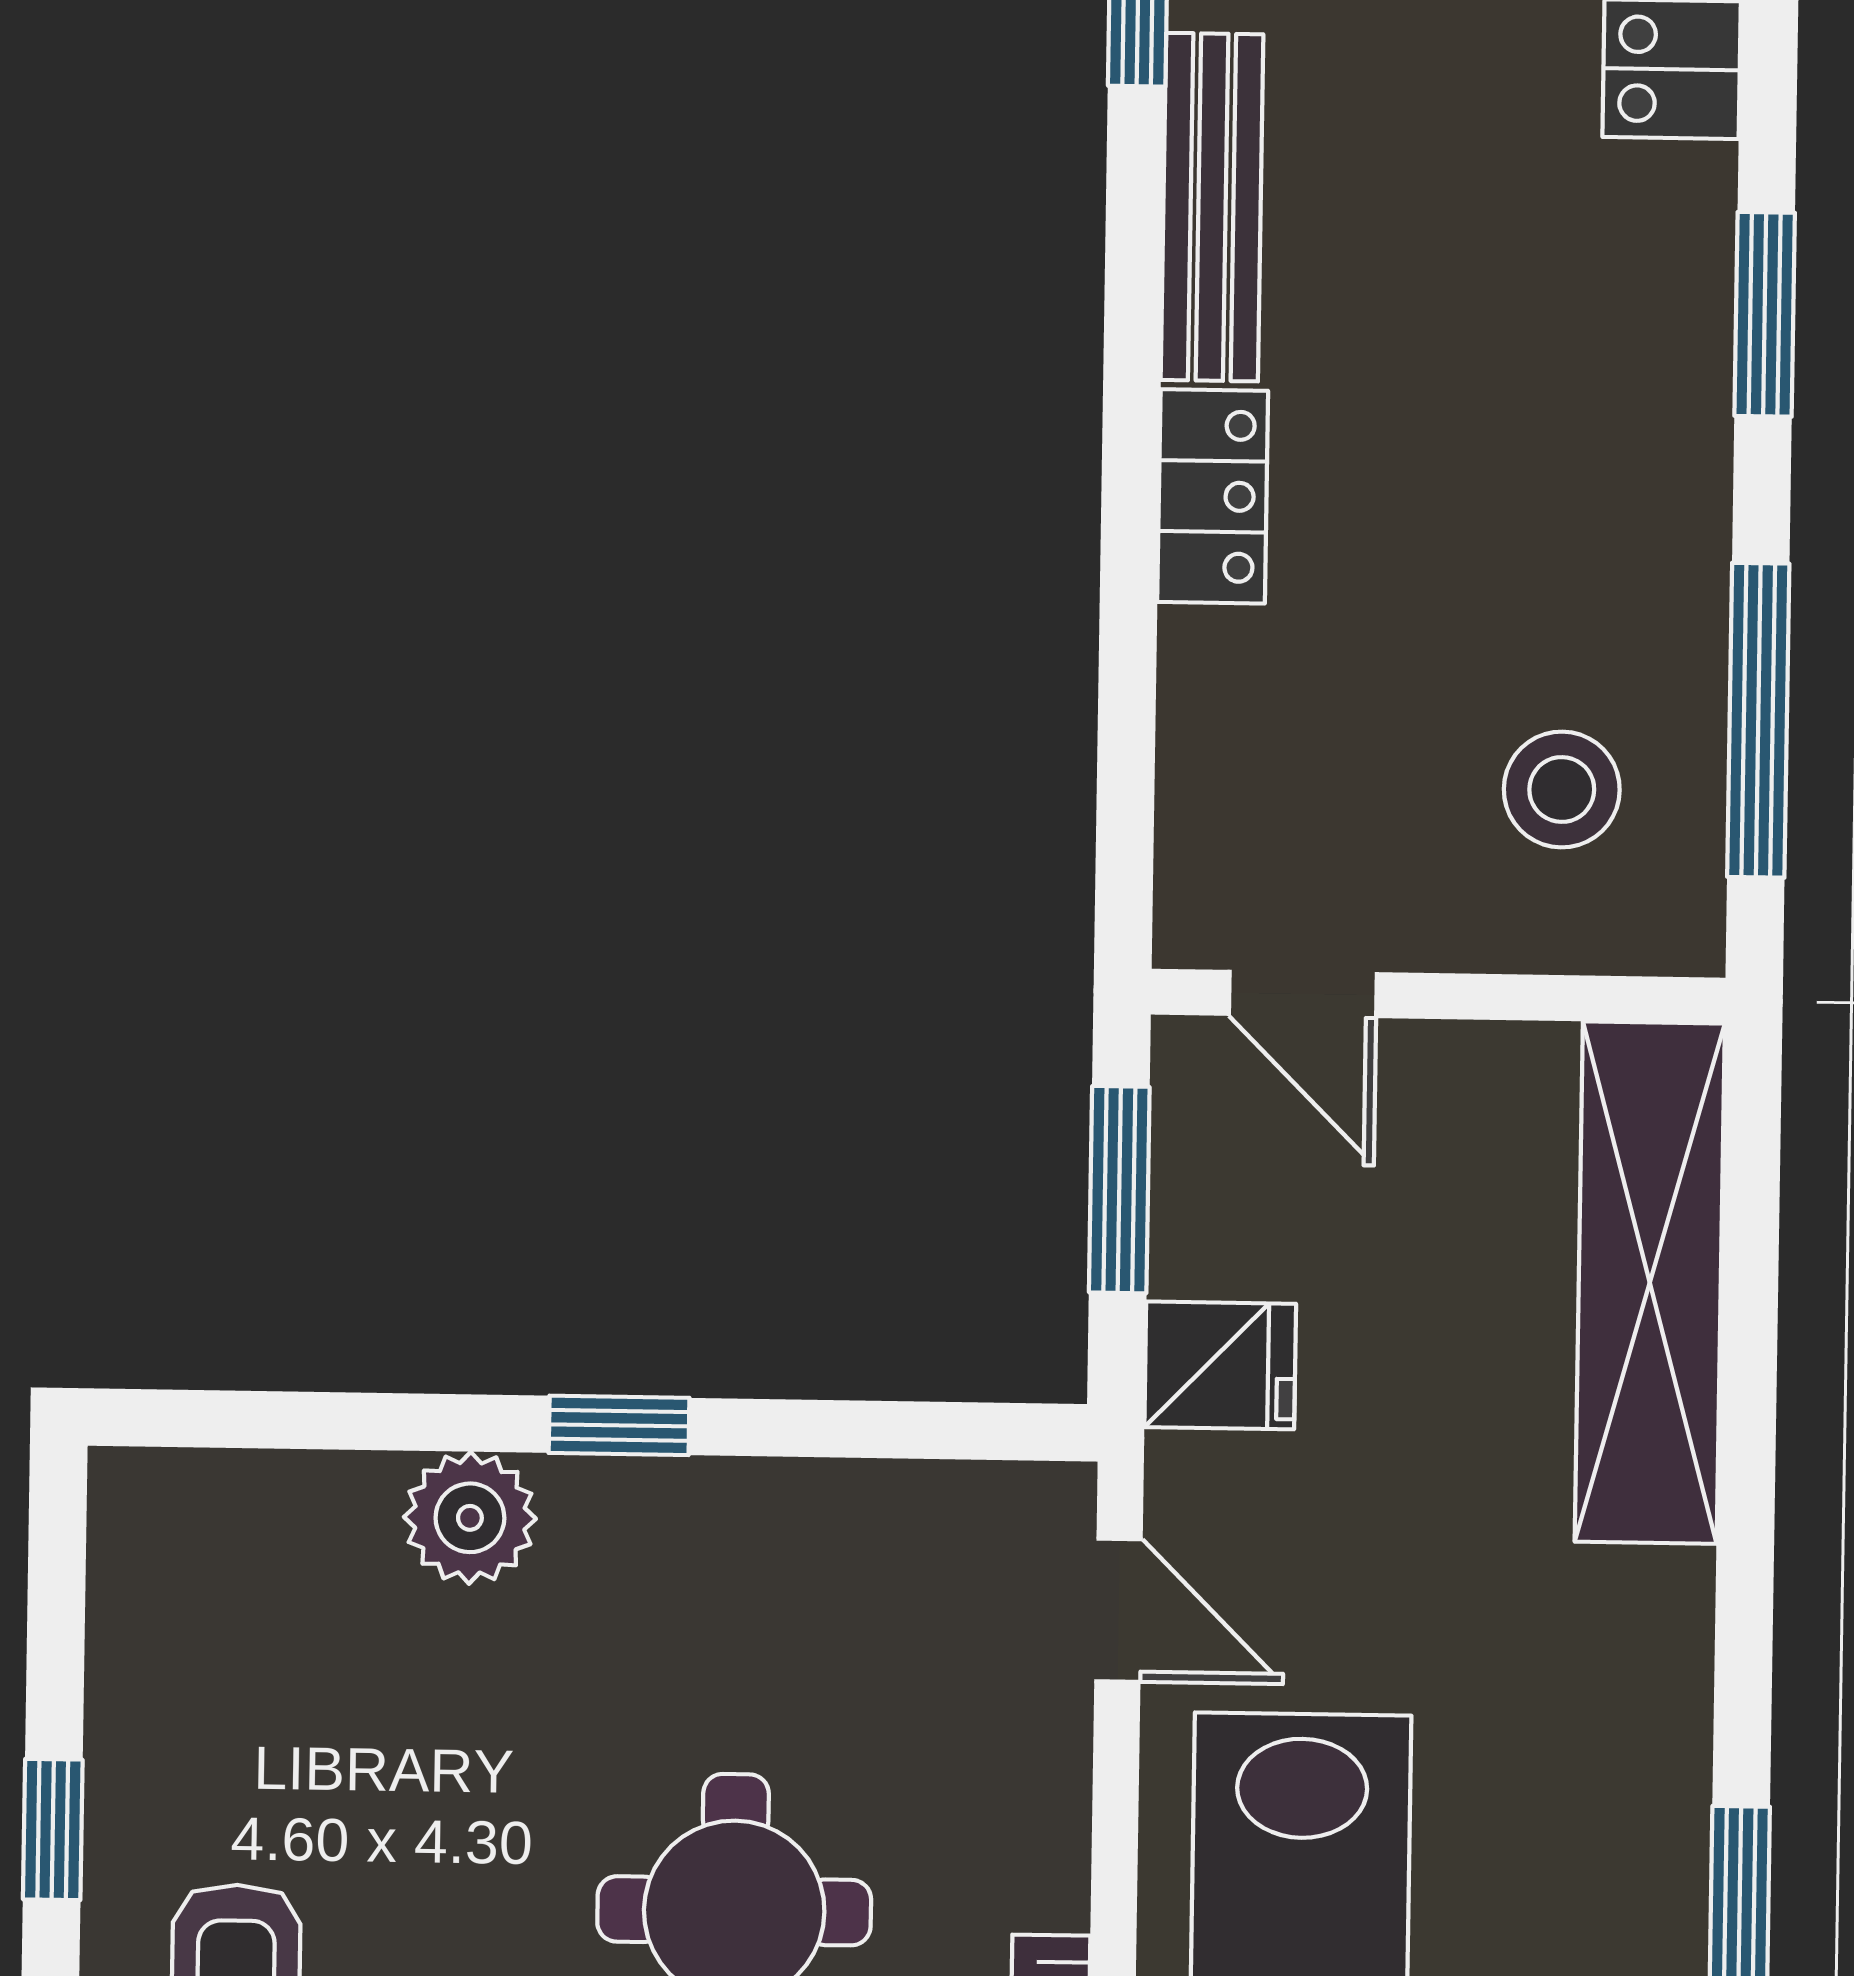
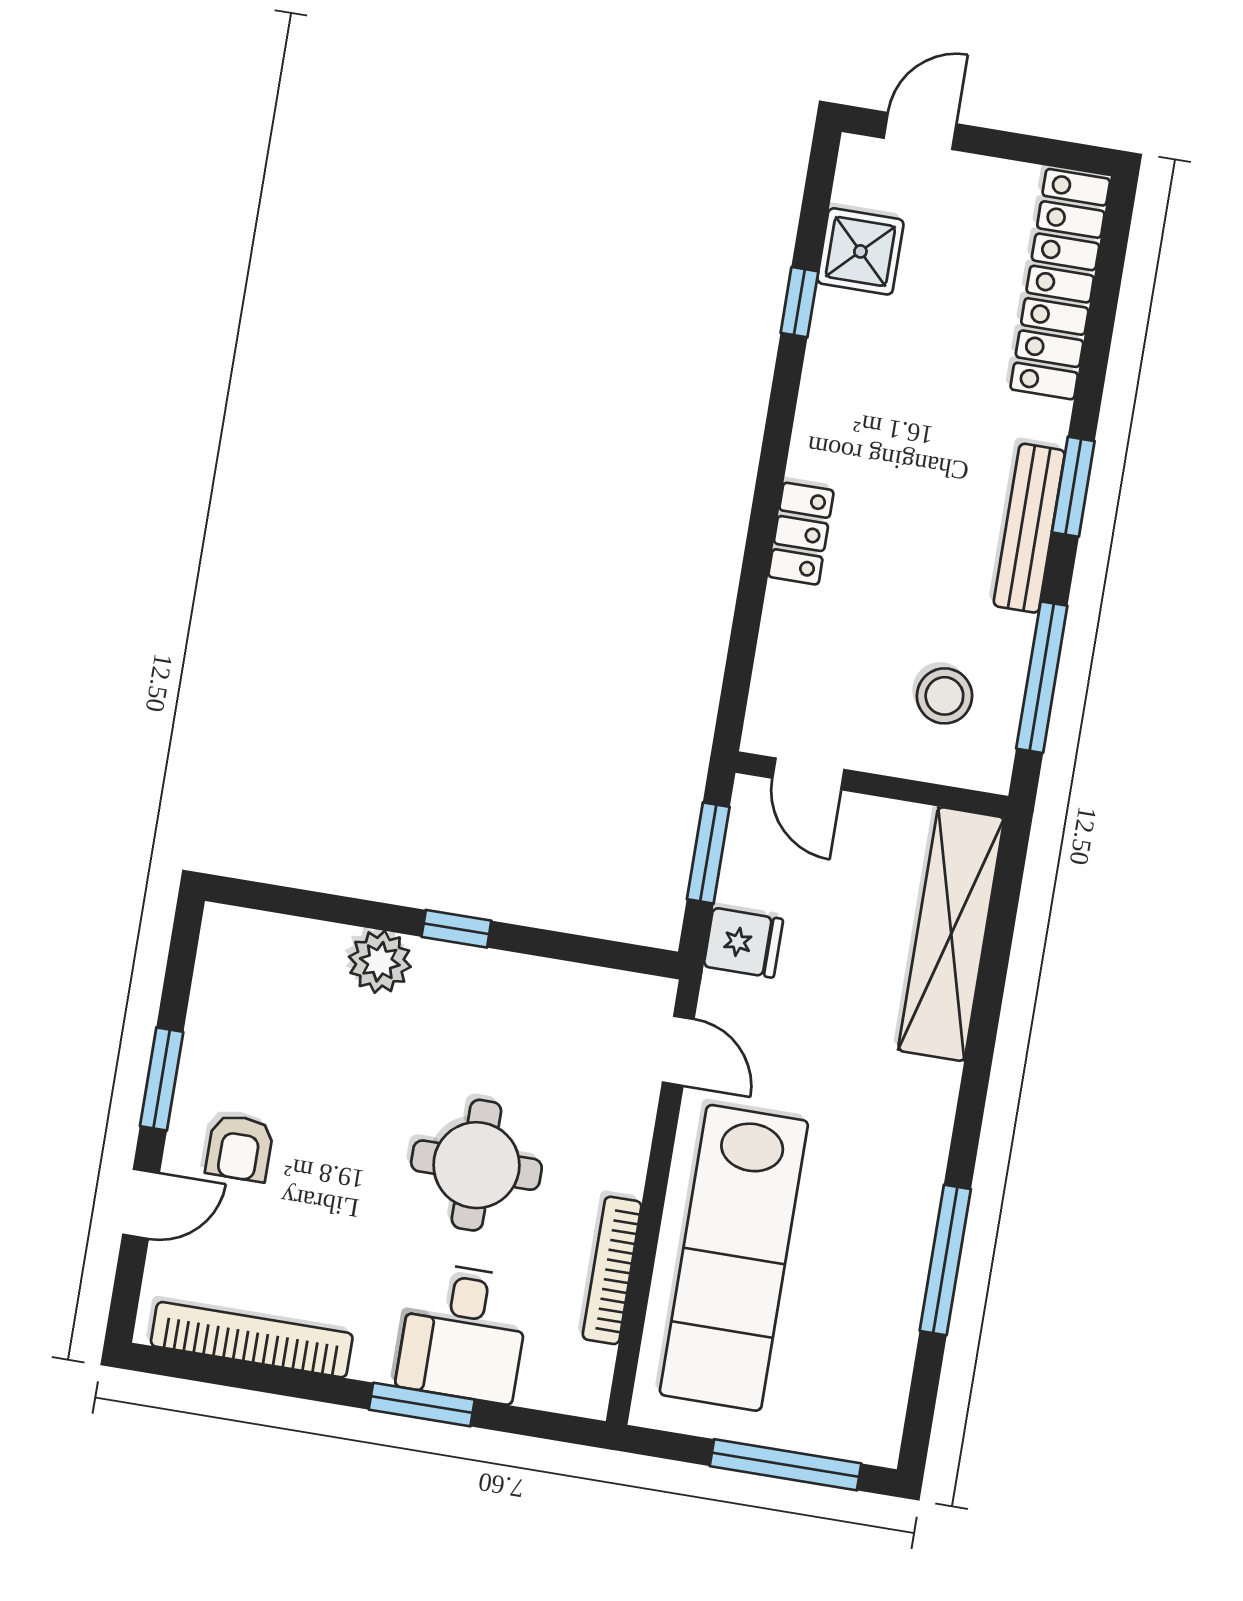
bench: (1212, 207) -> (1029, 528), moved
window: (53, 1830) -> (162, 1079), width x1.50

